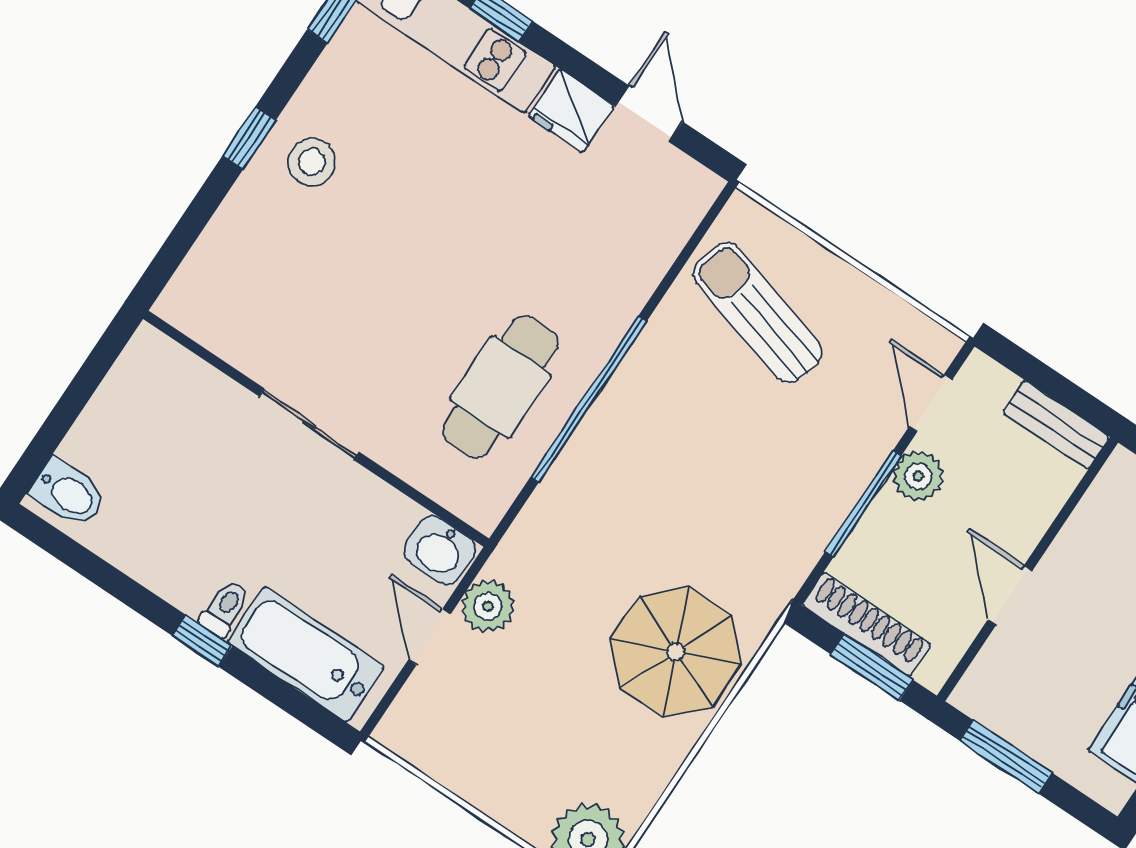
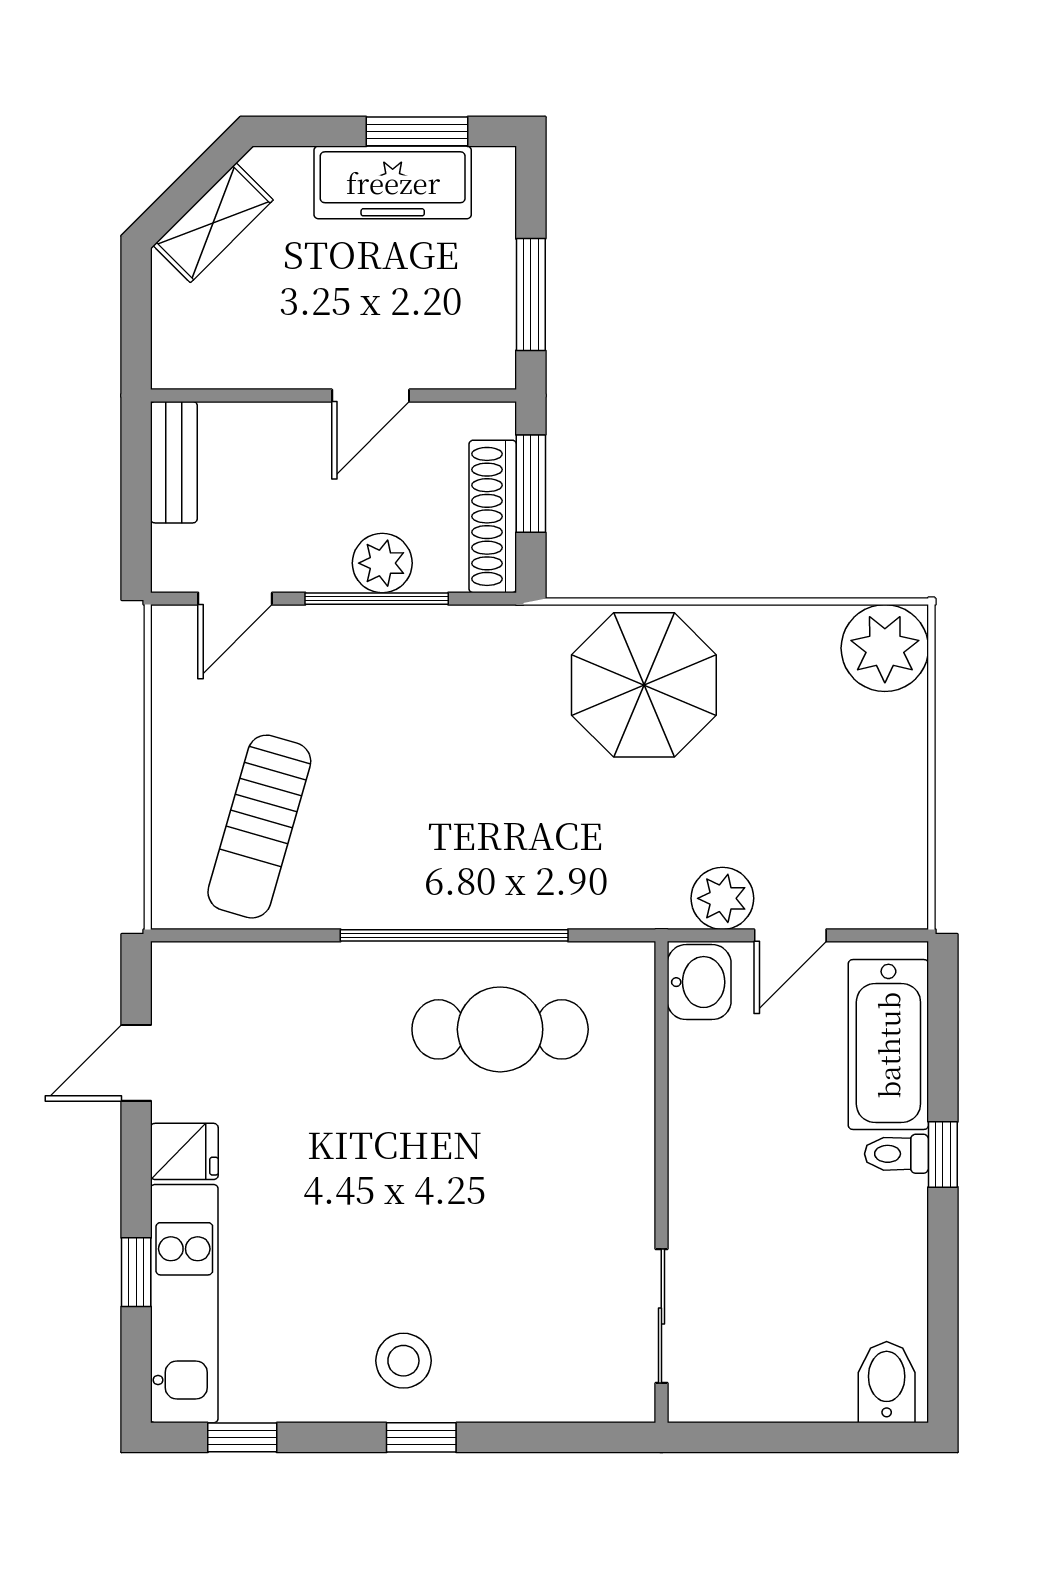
fridge: (571, 111) -> (184, 1151), width x0.72
sliding door: (309, 424) -> (661, 1316), moved
plant: (918, 476) -> (382, 563), moved

